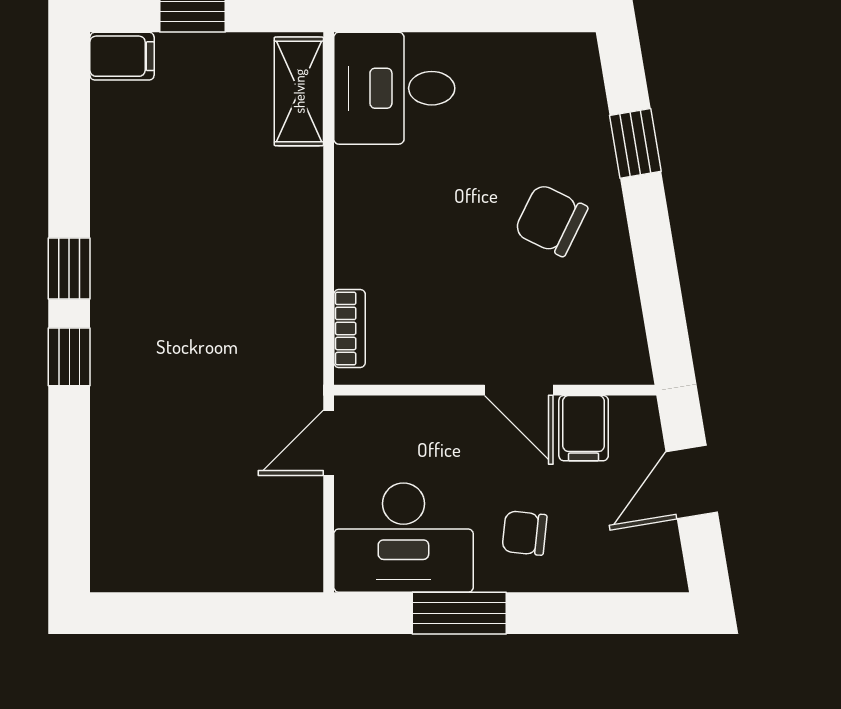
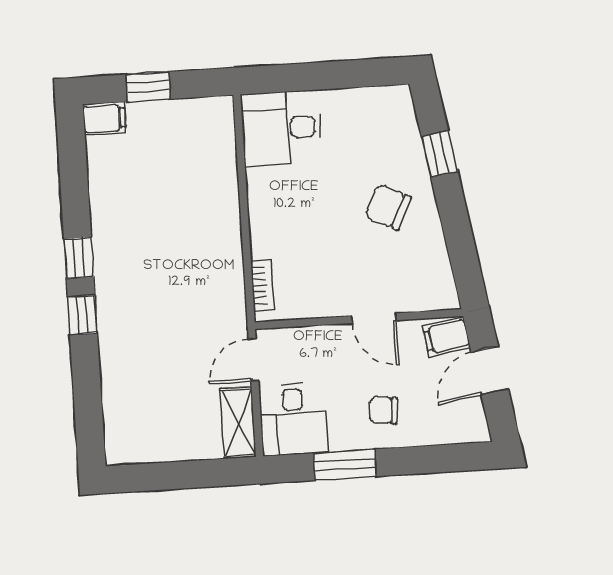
shelving: (299, 91) -> (238, 423), moved
filing cabinet: (584, 428) -> (446, 337), moved, turned 81
desk: (403, 538) -> (293, 419), width x0.73

